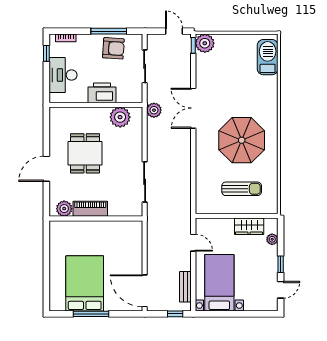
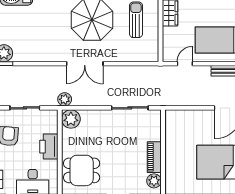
double door: (193, 108) -> (85, 64), moved
plant: (120, 117) -> (71, 119), moved
dining table: (85, 153) -> (82, 170), moved

